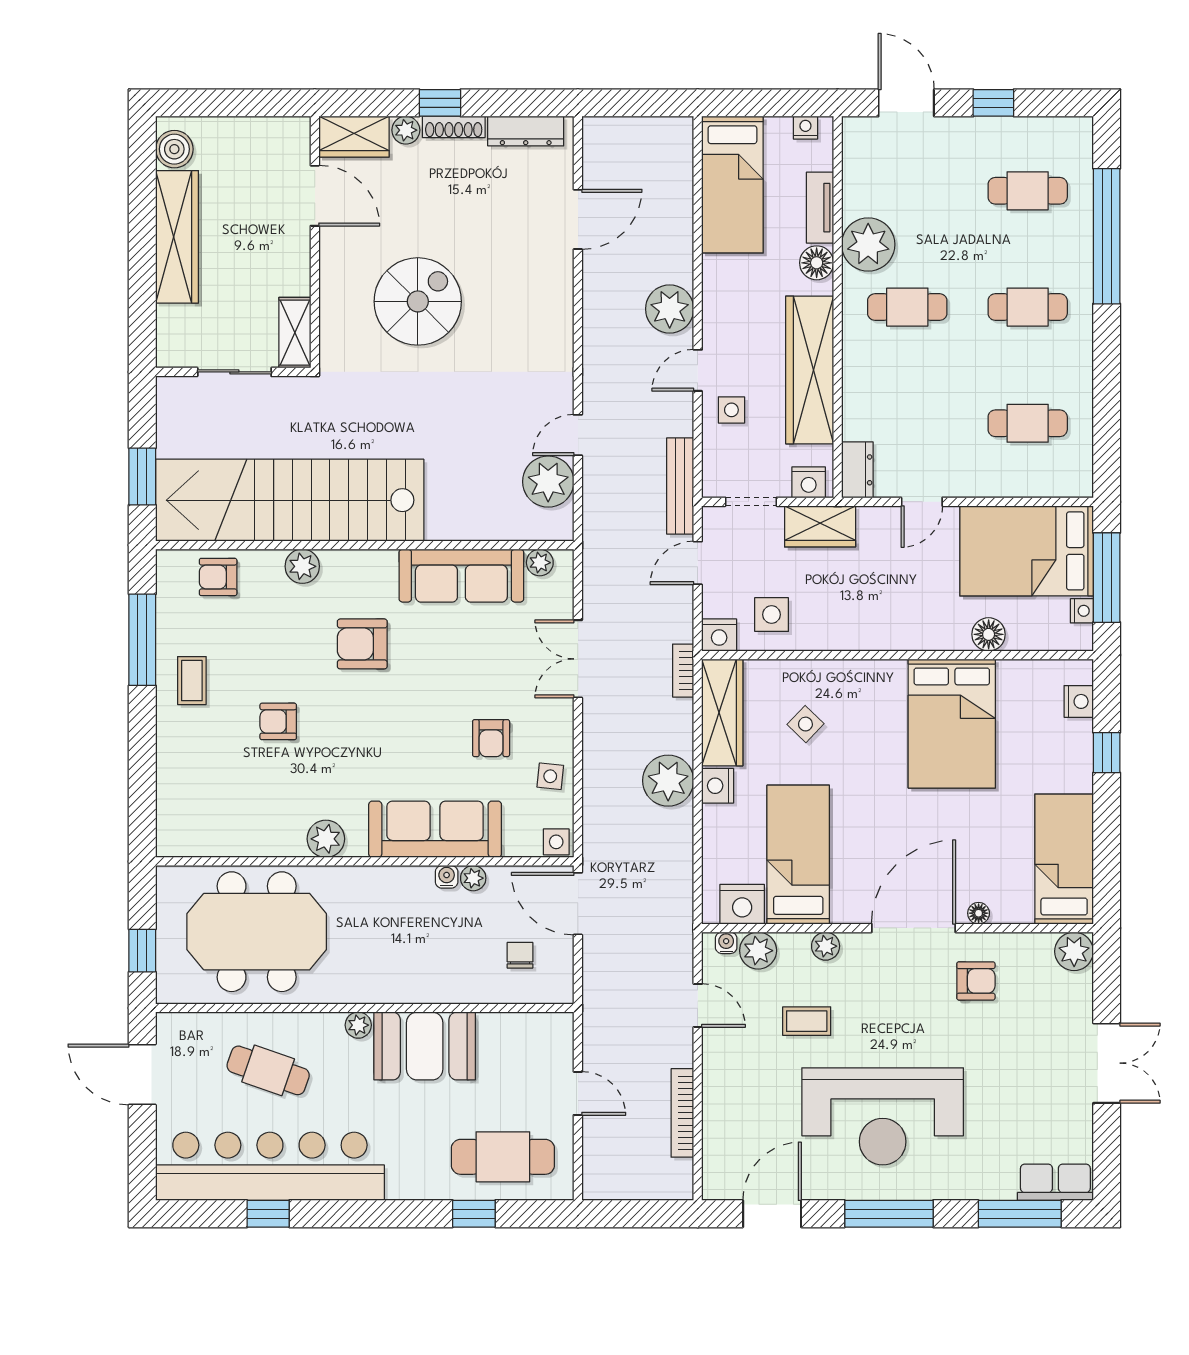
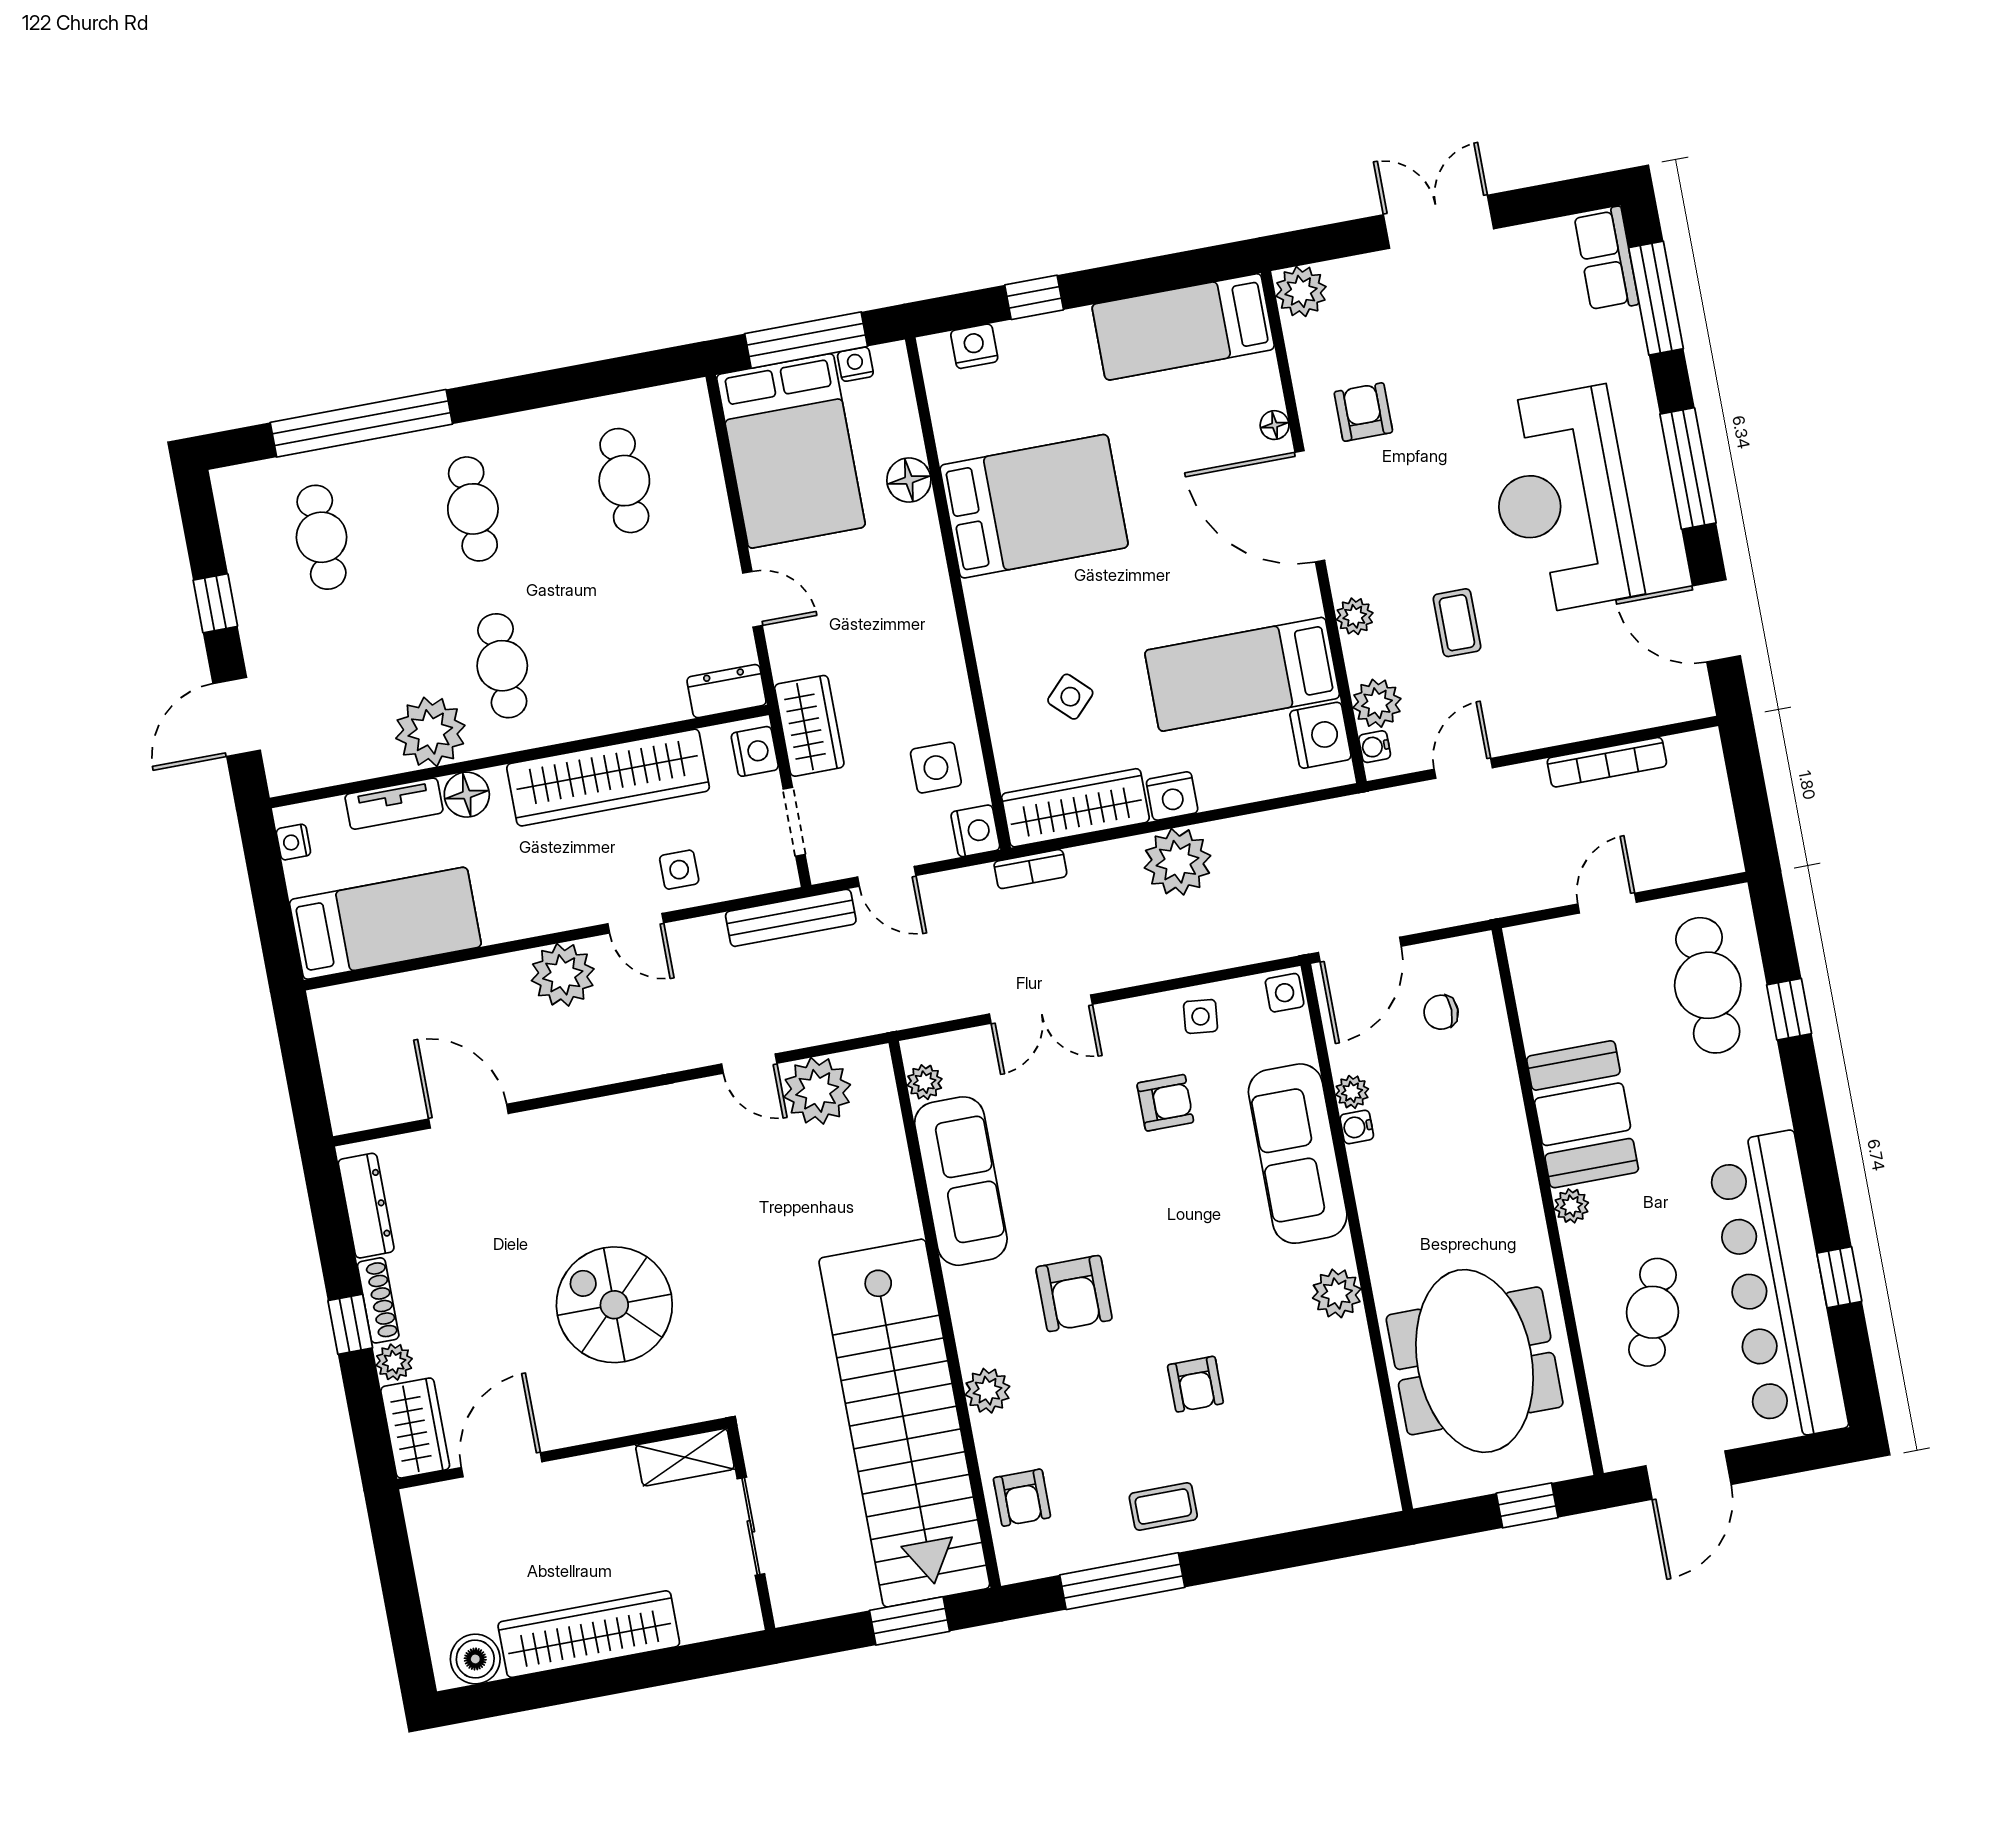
reception desk: (883, 1116) -> (1563, 500), turned 180

